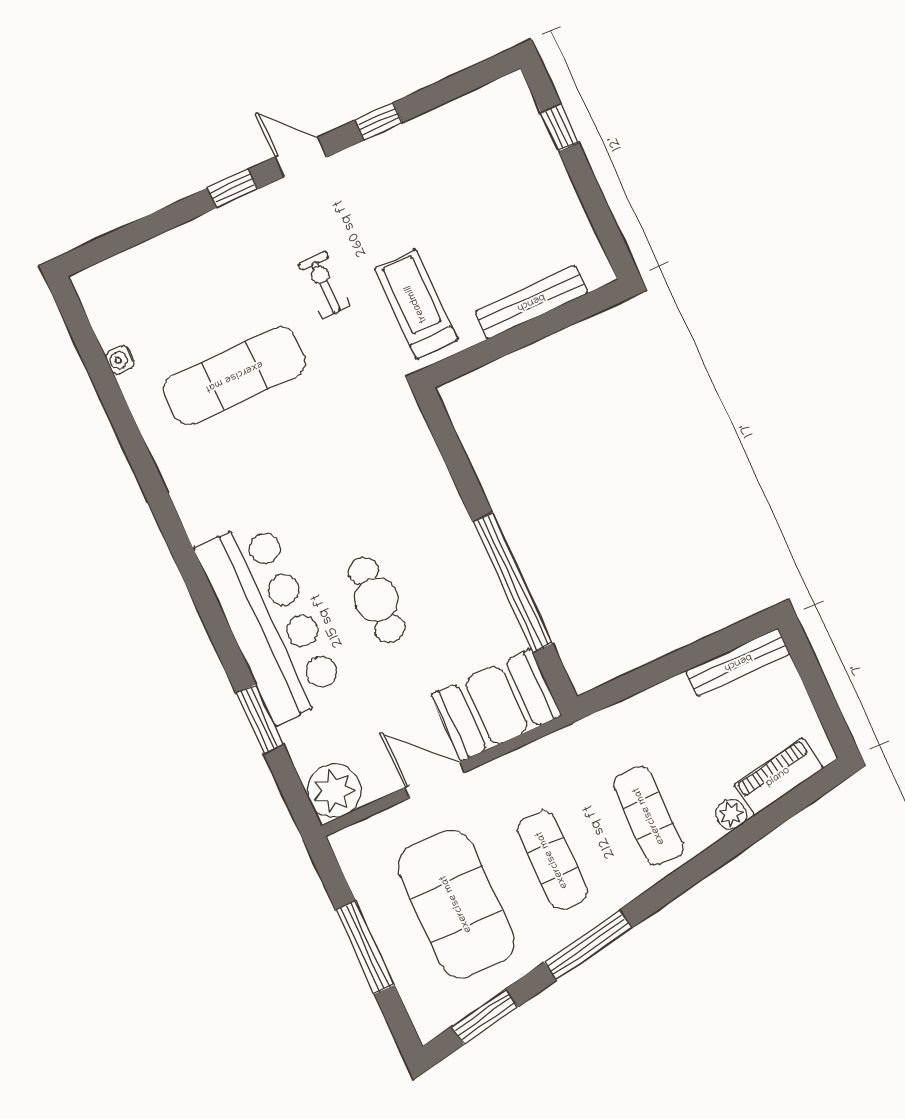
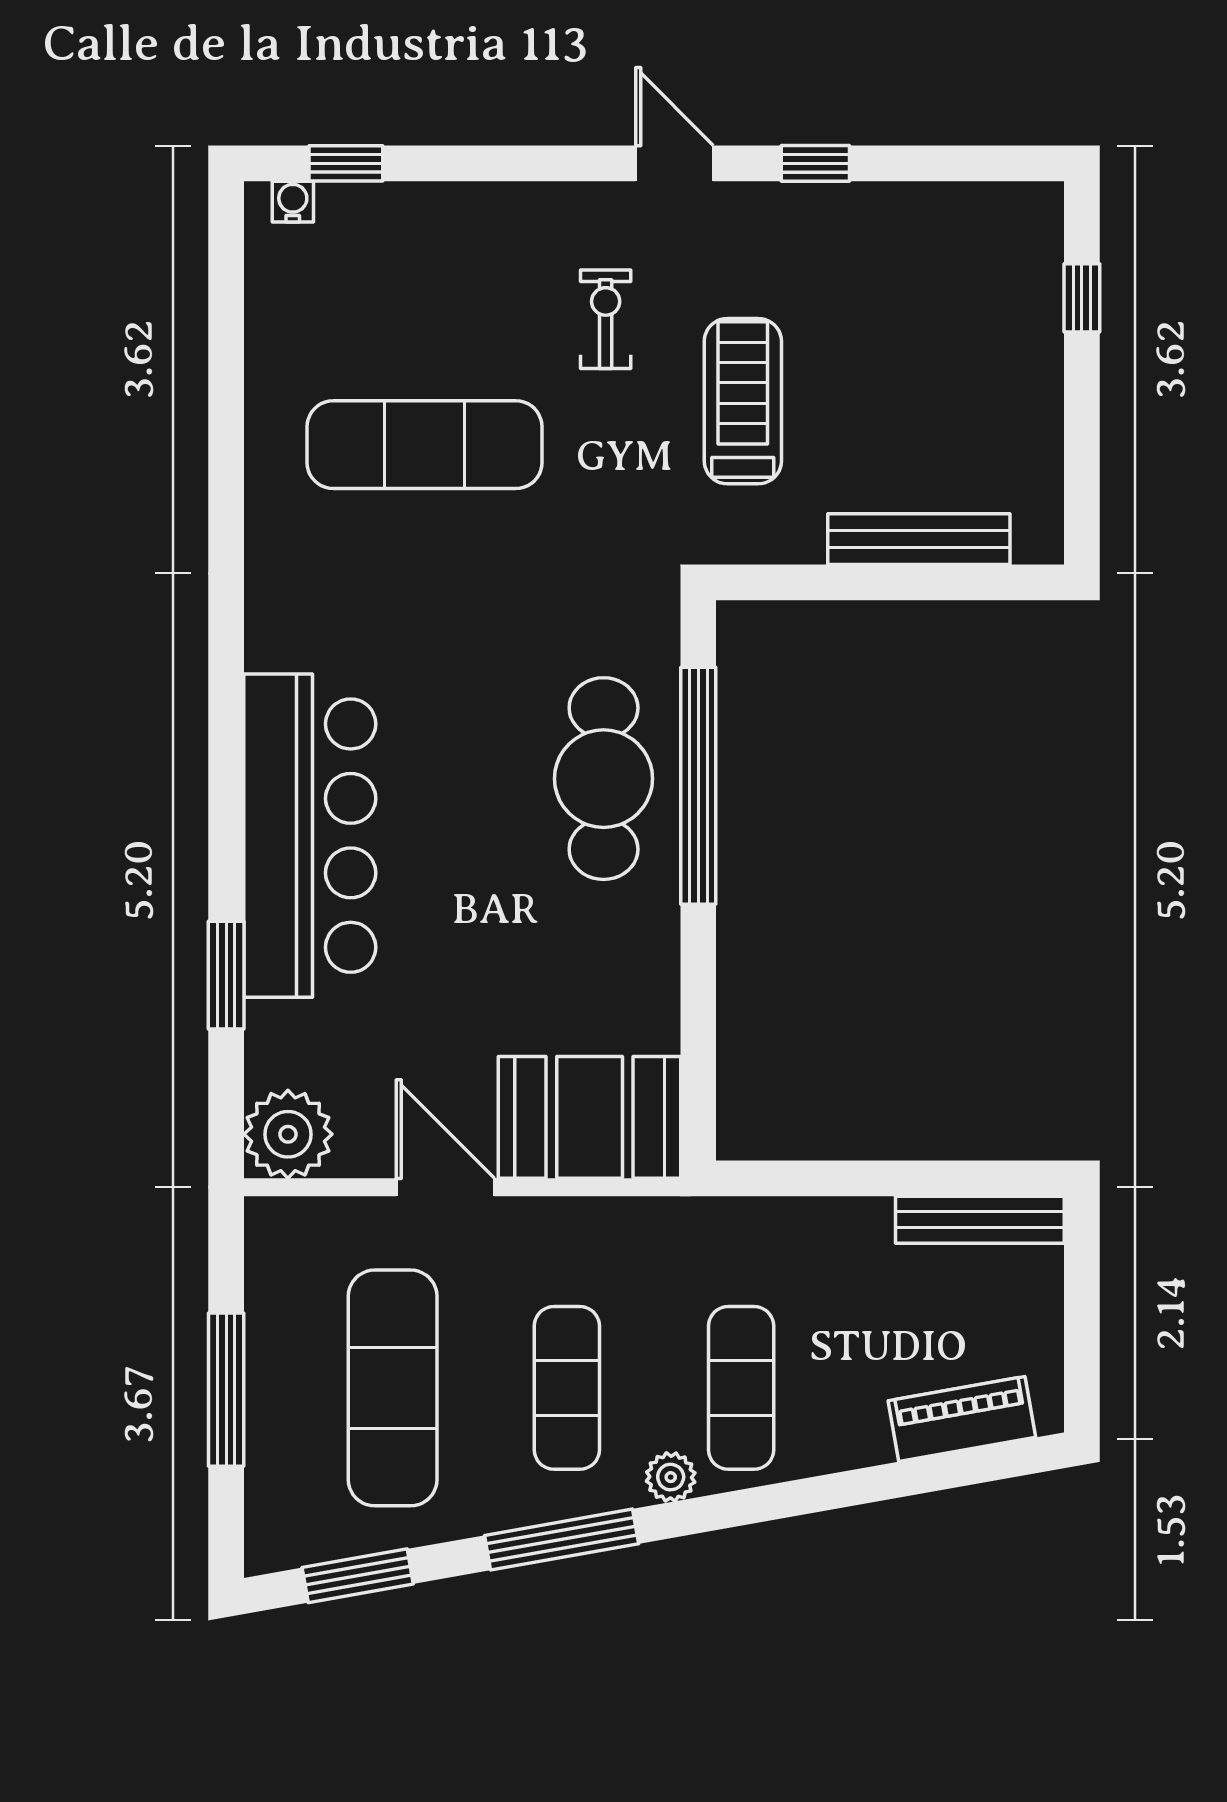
window: (233, 189) -> (346, 163), moved
exercise bike: (324, 285) -> (606, 319), moved
treadmill: (416, 304) -> (743, 401), moved
water cooler: (120, 360) -> (293, 202), moved, turned 90
window: (513, 583) -> (698, 786), moved
cafe table: (376, 600) -> (604, 779), moved, width x1.37, depth x1.35
plant: (731, 814) -> (671, 1477), moved
exercise mat: (456, 904) -> (393, 1388), width x0.68

